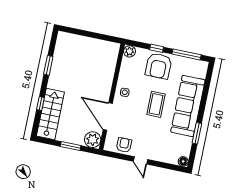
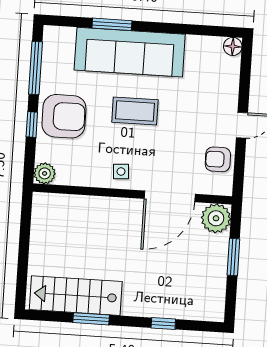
stairs: (50, 114) -> (76, 296), moved
window: (197, 133) -> (112, 24), moved

